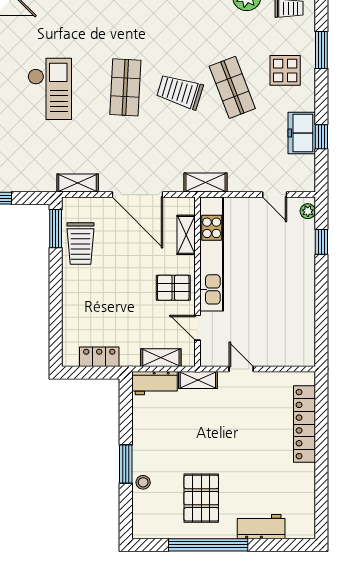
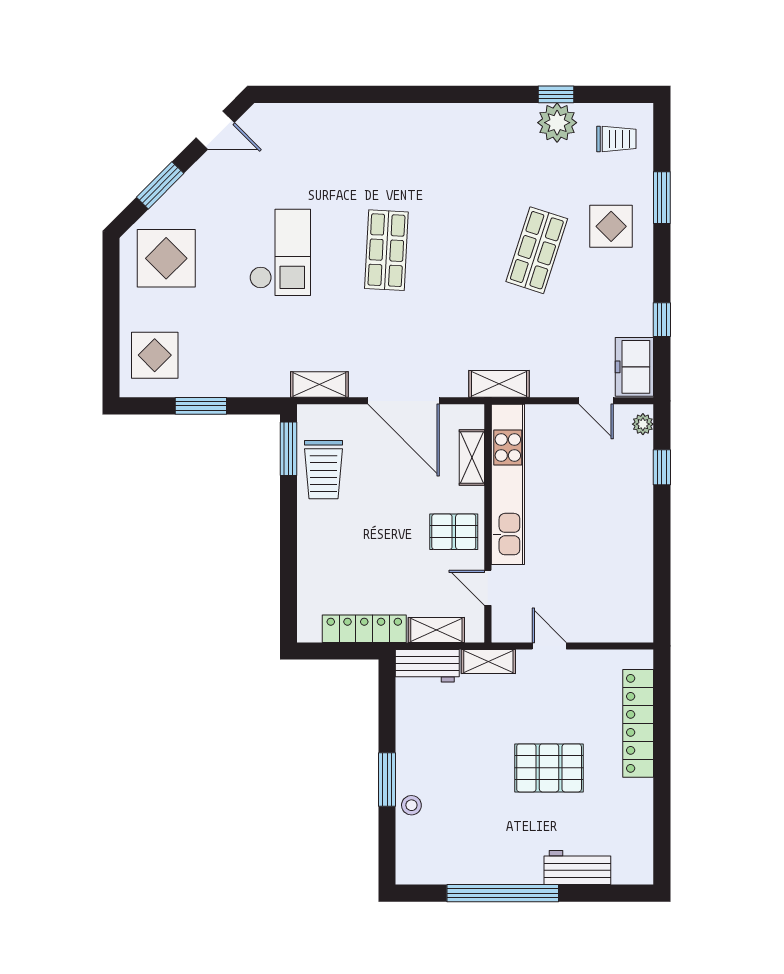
shop shelf: (232, 87) -> (537, 250), turned 39
trolley: (180, 92) -> (463, 256), removed
freezer: (302, 133) -> (634, 367), moved
locker: (99, 357) -> (364, 629), width x1.53
pallet: (201, 498) -> (549, 768), moved, turned 90

